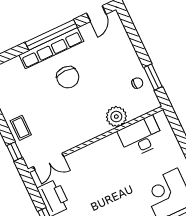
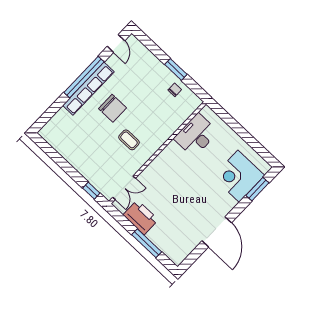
window: (153, 77) -> (176, 69), moved
plant: (116, 117) -> (168, 126), removed
coffee table: (21, 128) -> (129, 140), moved

